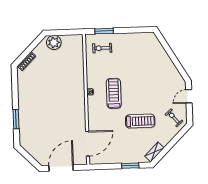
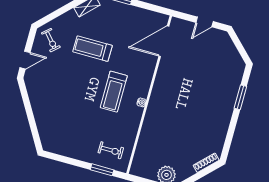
door: (61, 168) -> (205, 22), width x0.53

